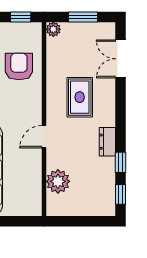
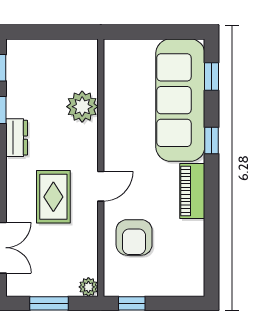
door: (44, 137) -> (101, 186), moved
plant: (58, 181) -> (82, 107), moved

